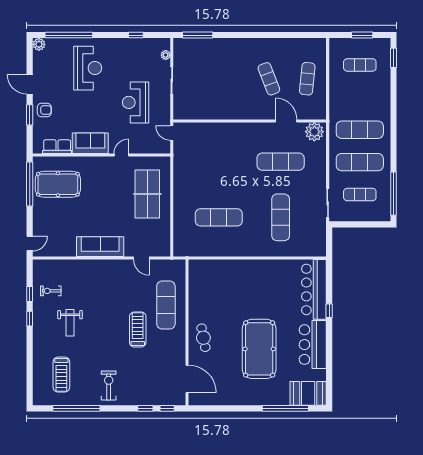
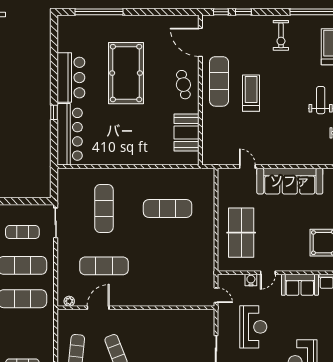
door: (286, 121) -> (98, 308), swing flipped
plant: (314, 132) -> (69, 301), width x0.53, depth x0.53
water cooler: (138, 148) -> (251, 280), added
sofa: (100, 247) -> (290, 181), width x1.36, depth x1.27
exercise mat: (166, 305) -> (219, 81), moved
treadmill: (138, 329) -> (251, 93), turned 180
booth: (308, 393) -> (186, 132), moved, turned 90

